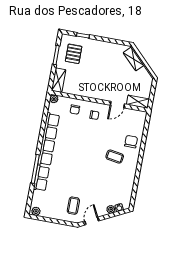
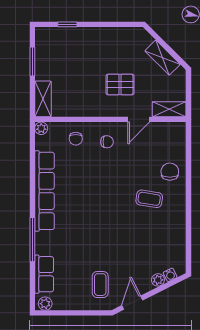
pallet: (74, 54) -> (120, 84), moved, turned 90
shelving: (134, 59) -> (162, 58), moved
row of seats: (41, 178) -> (44, 274), moved

